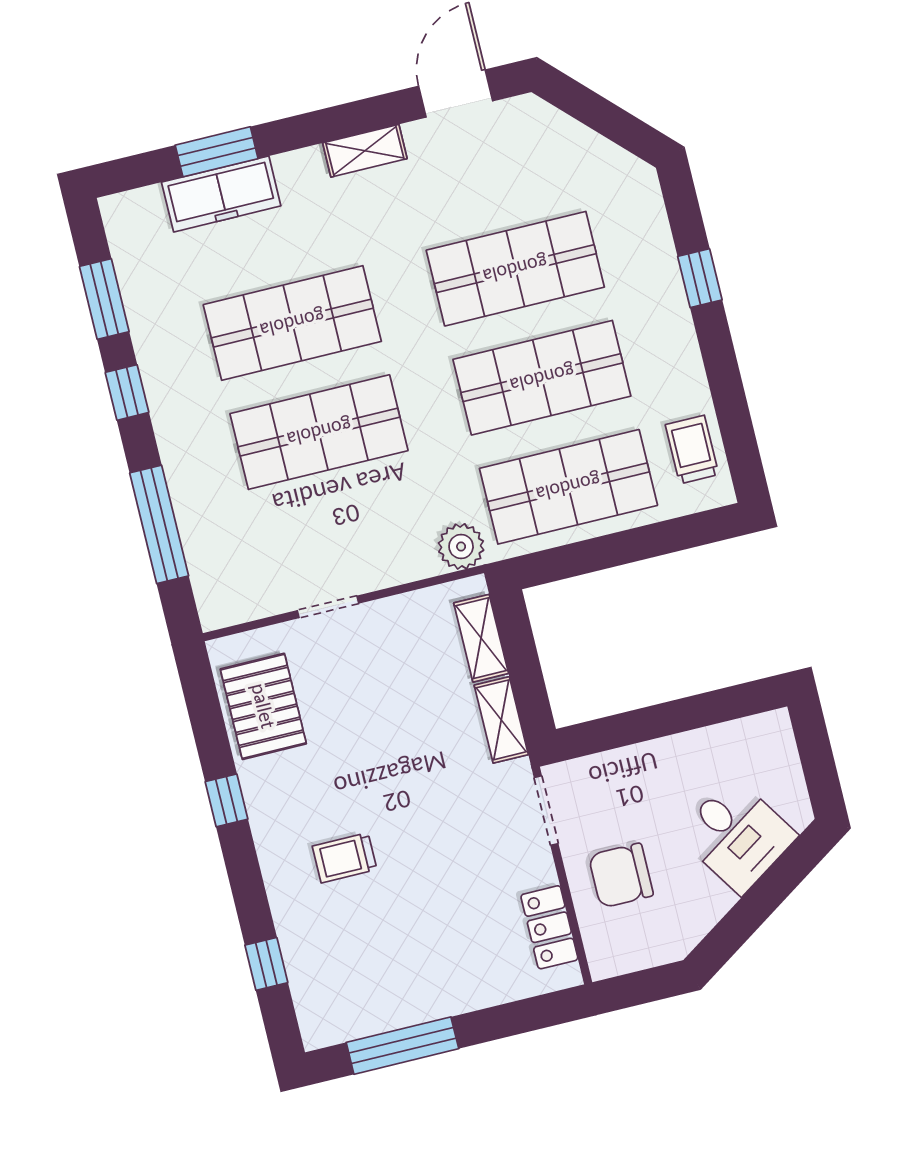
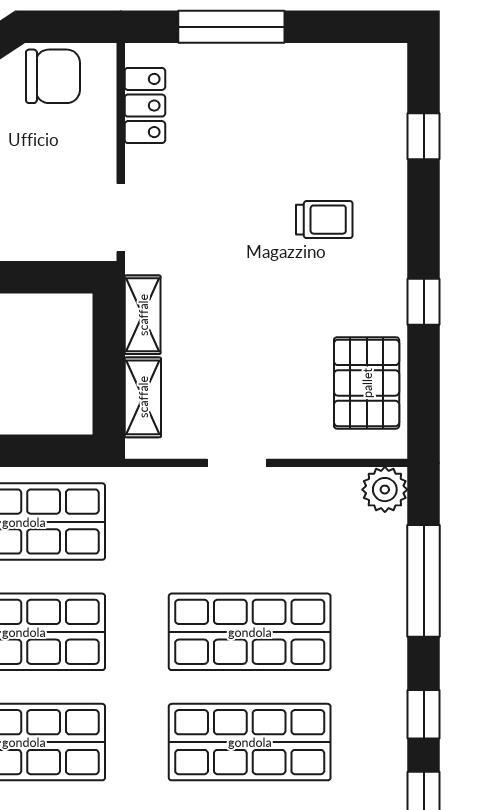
plant: (461, 546) -> (385, 490), moved
doorway: (328, 607) -> (237, 463), moved
chair: (621, 875) -> (53, 76), moved
window: (402, 1046) -> (231, 27), moved

